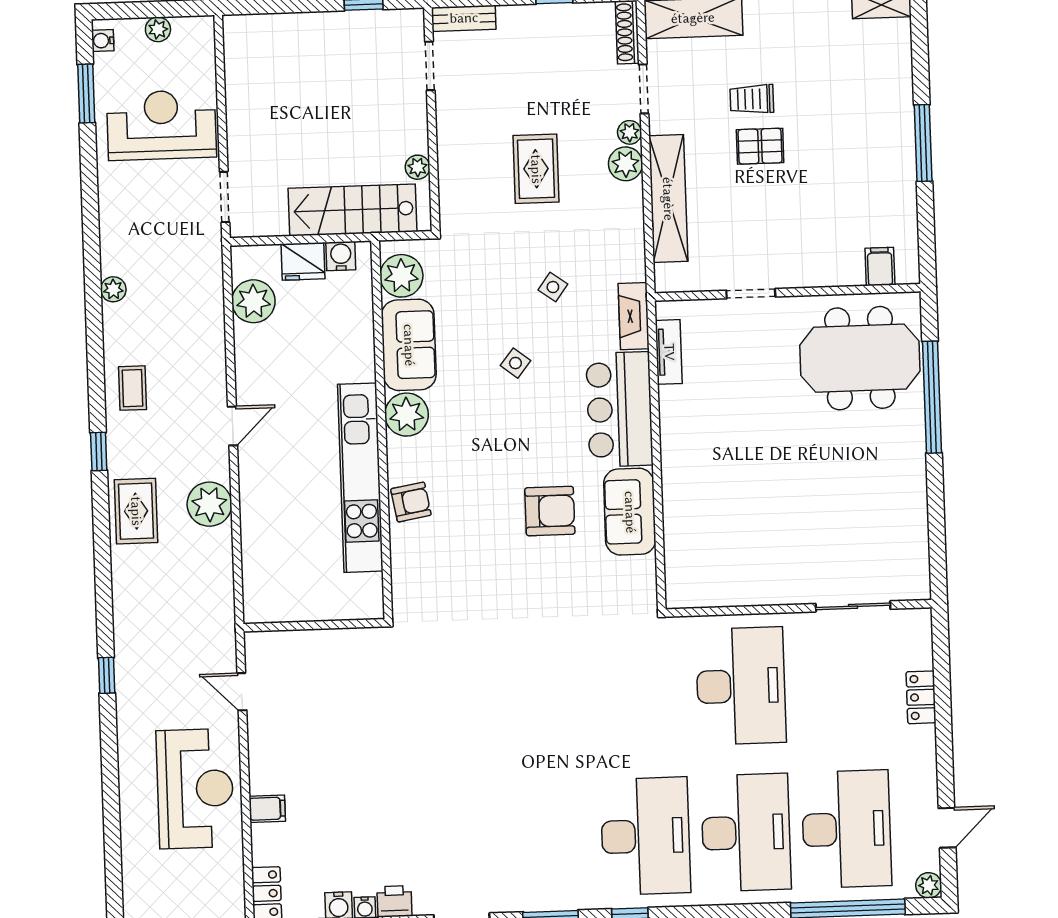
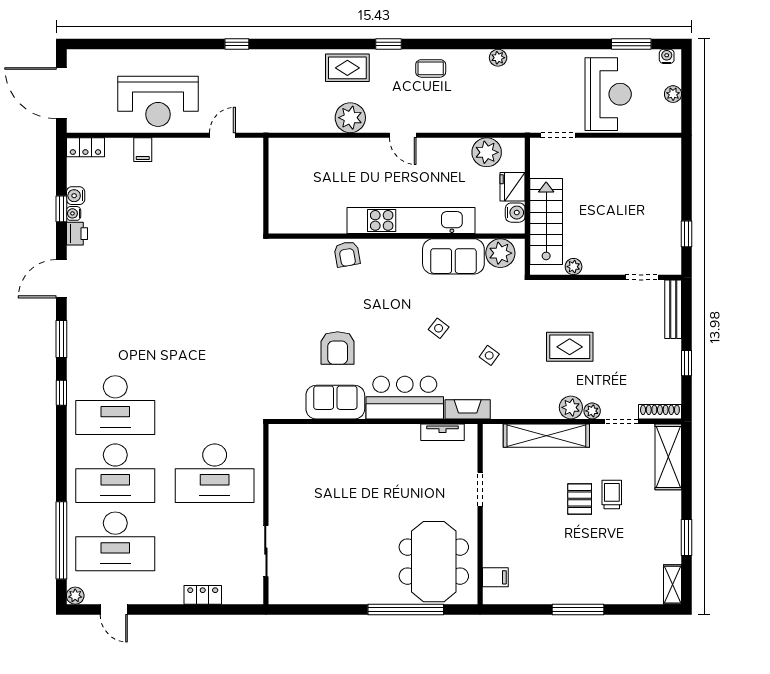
bench: (464, 18) -> (673, 309), width x1.36
plant: (407, 415) -> (406, 253), removed
kitchen unit: (360, 478) -> (411, 220), moved

